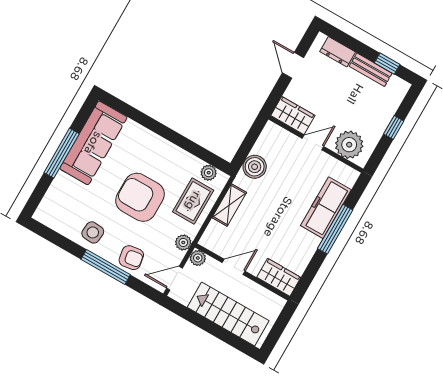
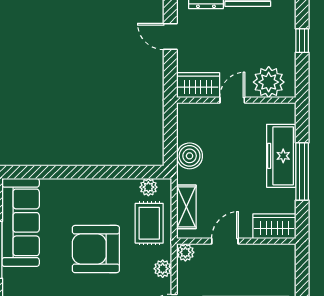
plant: (198, 258) -> (185, 252), moved
door: (234, 267) -> (225, 241), moved
wall: (242, 272) -> (236, 241), moved
wardrobe: (279, 277) -> (274, 226), moved

